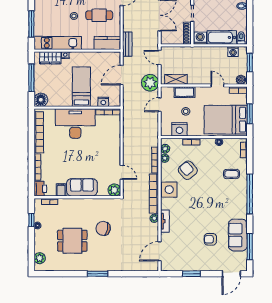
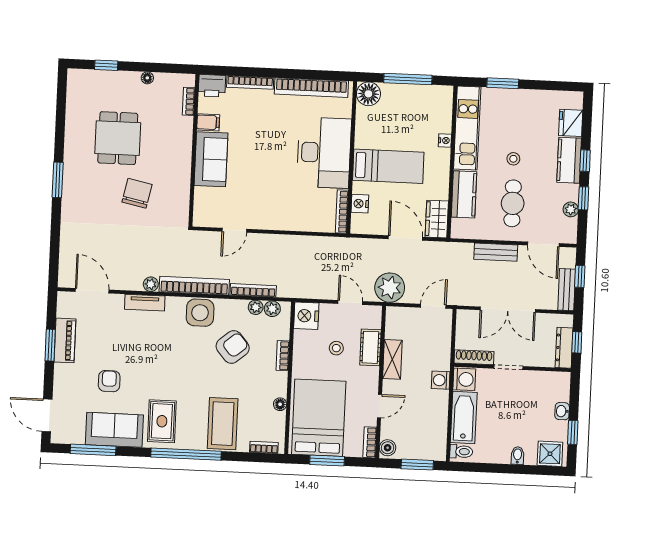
window: (31, 24) -> (503, 83), width x0.69
kitchen counter: (107, 43) -> (464, 194), moved
bench: (127, 44) -> (496, 252), moved
washing machine: (233, 51) -> (441, 380), moved
wardrobe: (50, 58) -> (437, 219), moved
shelving: (176, 79) -> (392, 359), moved
nightstand: (179, 129) -> (306, 316), moved
coffee table: (231, 174) -> (223, 424), width x1.86, depth x1.72
plant: (114, 190) -> (204, 216), removed
rug: (232, 208) -> (162, 421), added
window: (31, 220) -> (106, 65), moved
plant: (40, 258) -> (90, 79), removed
piano: (188, 265) -> (65, 340), added

